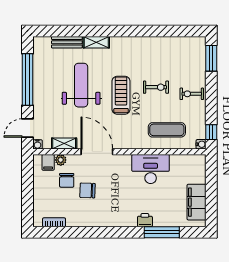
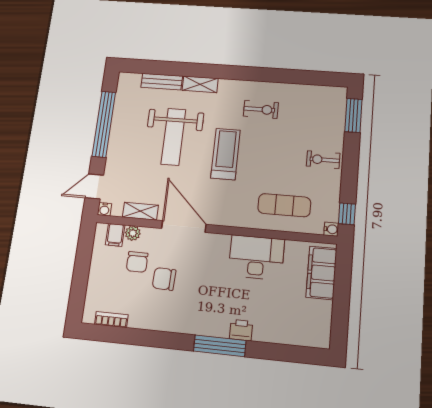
weight bench: (81, 85) -> (173, 137), turned 180
exercise bike: (156, 87) -> (261, 109), moved
filing cabinet: (196, 202) -> (321, 273), moved
window: (162, 232) -> (220, 346), moved

